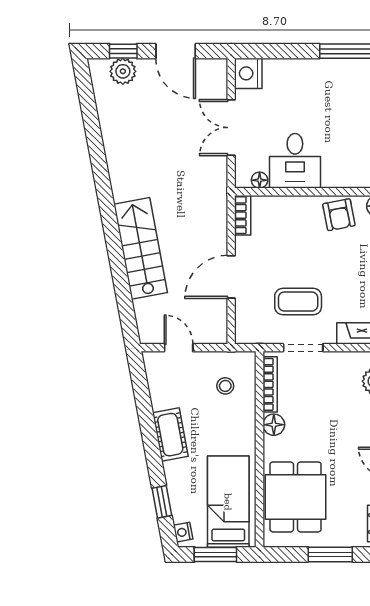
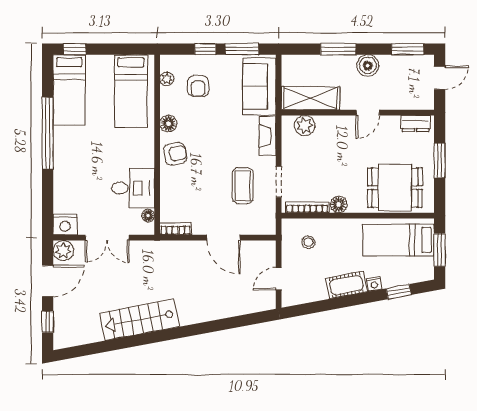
plant: (123, 71) -> (63, 251), moved
stairs: (141, 248) -> (139, 320), moved
nightstand: (183, 532) -> (374, 284), moved

